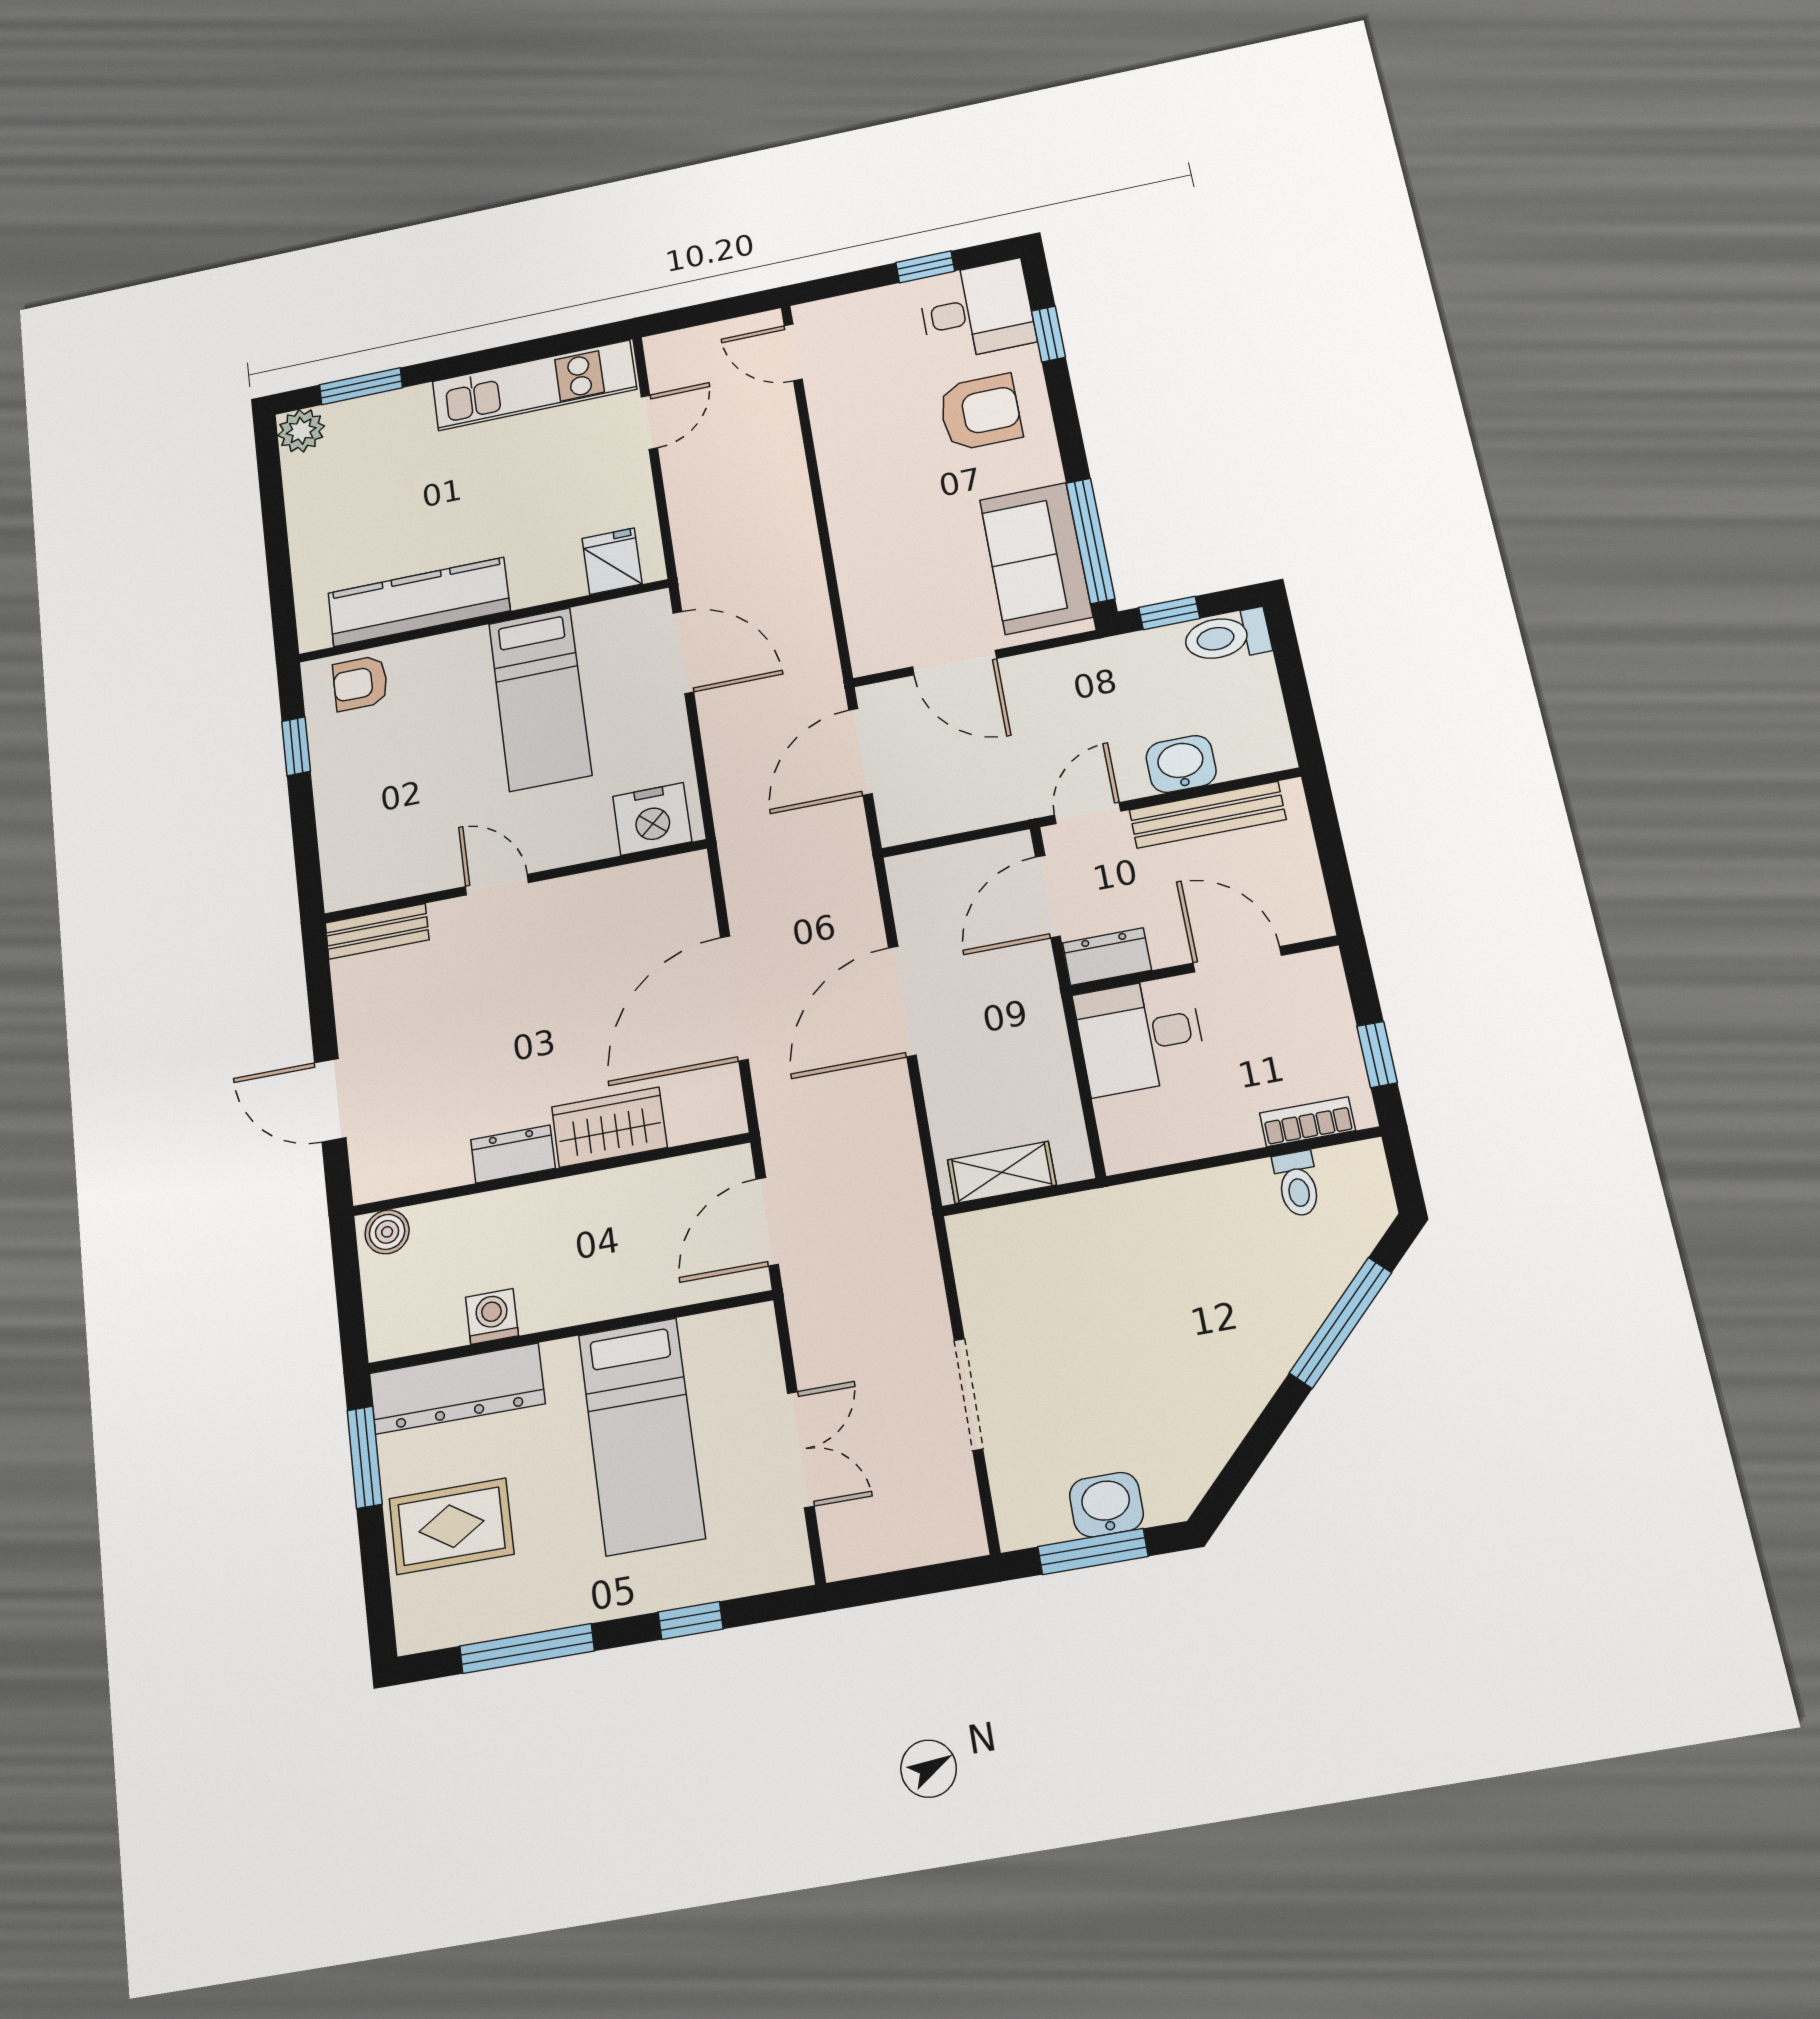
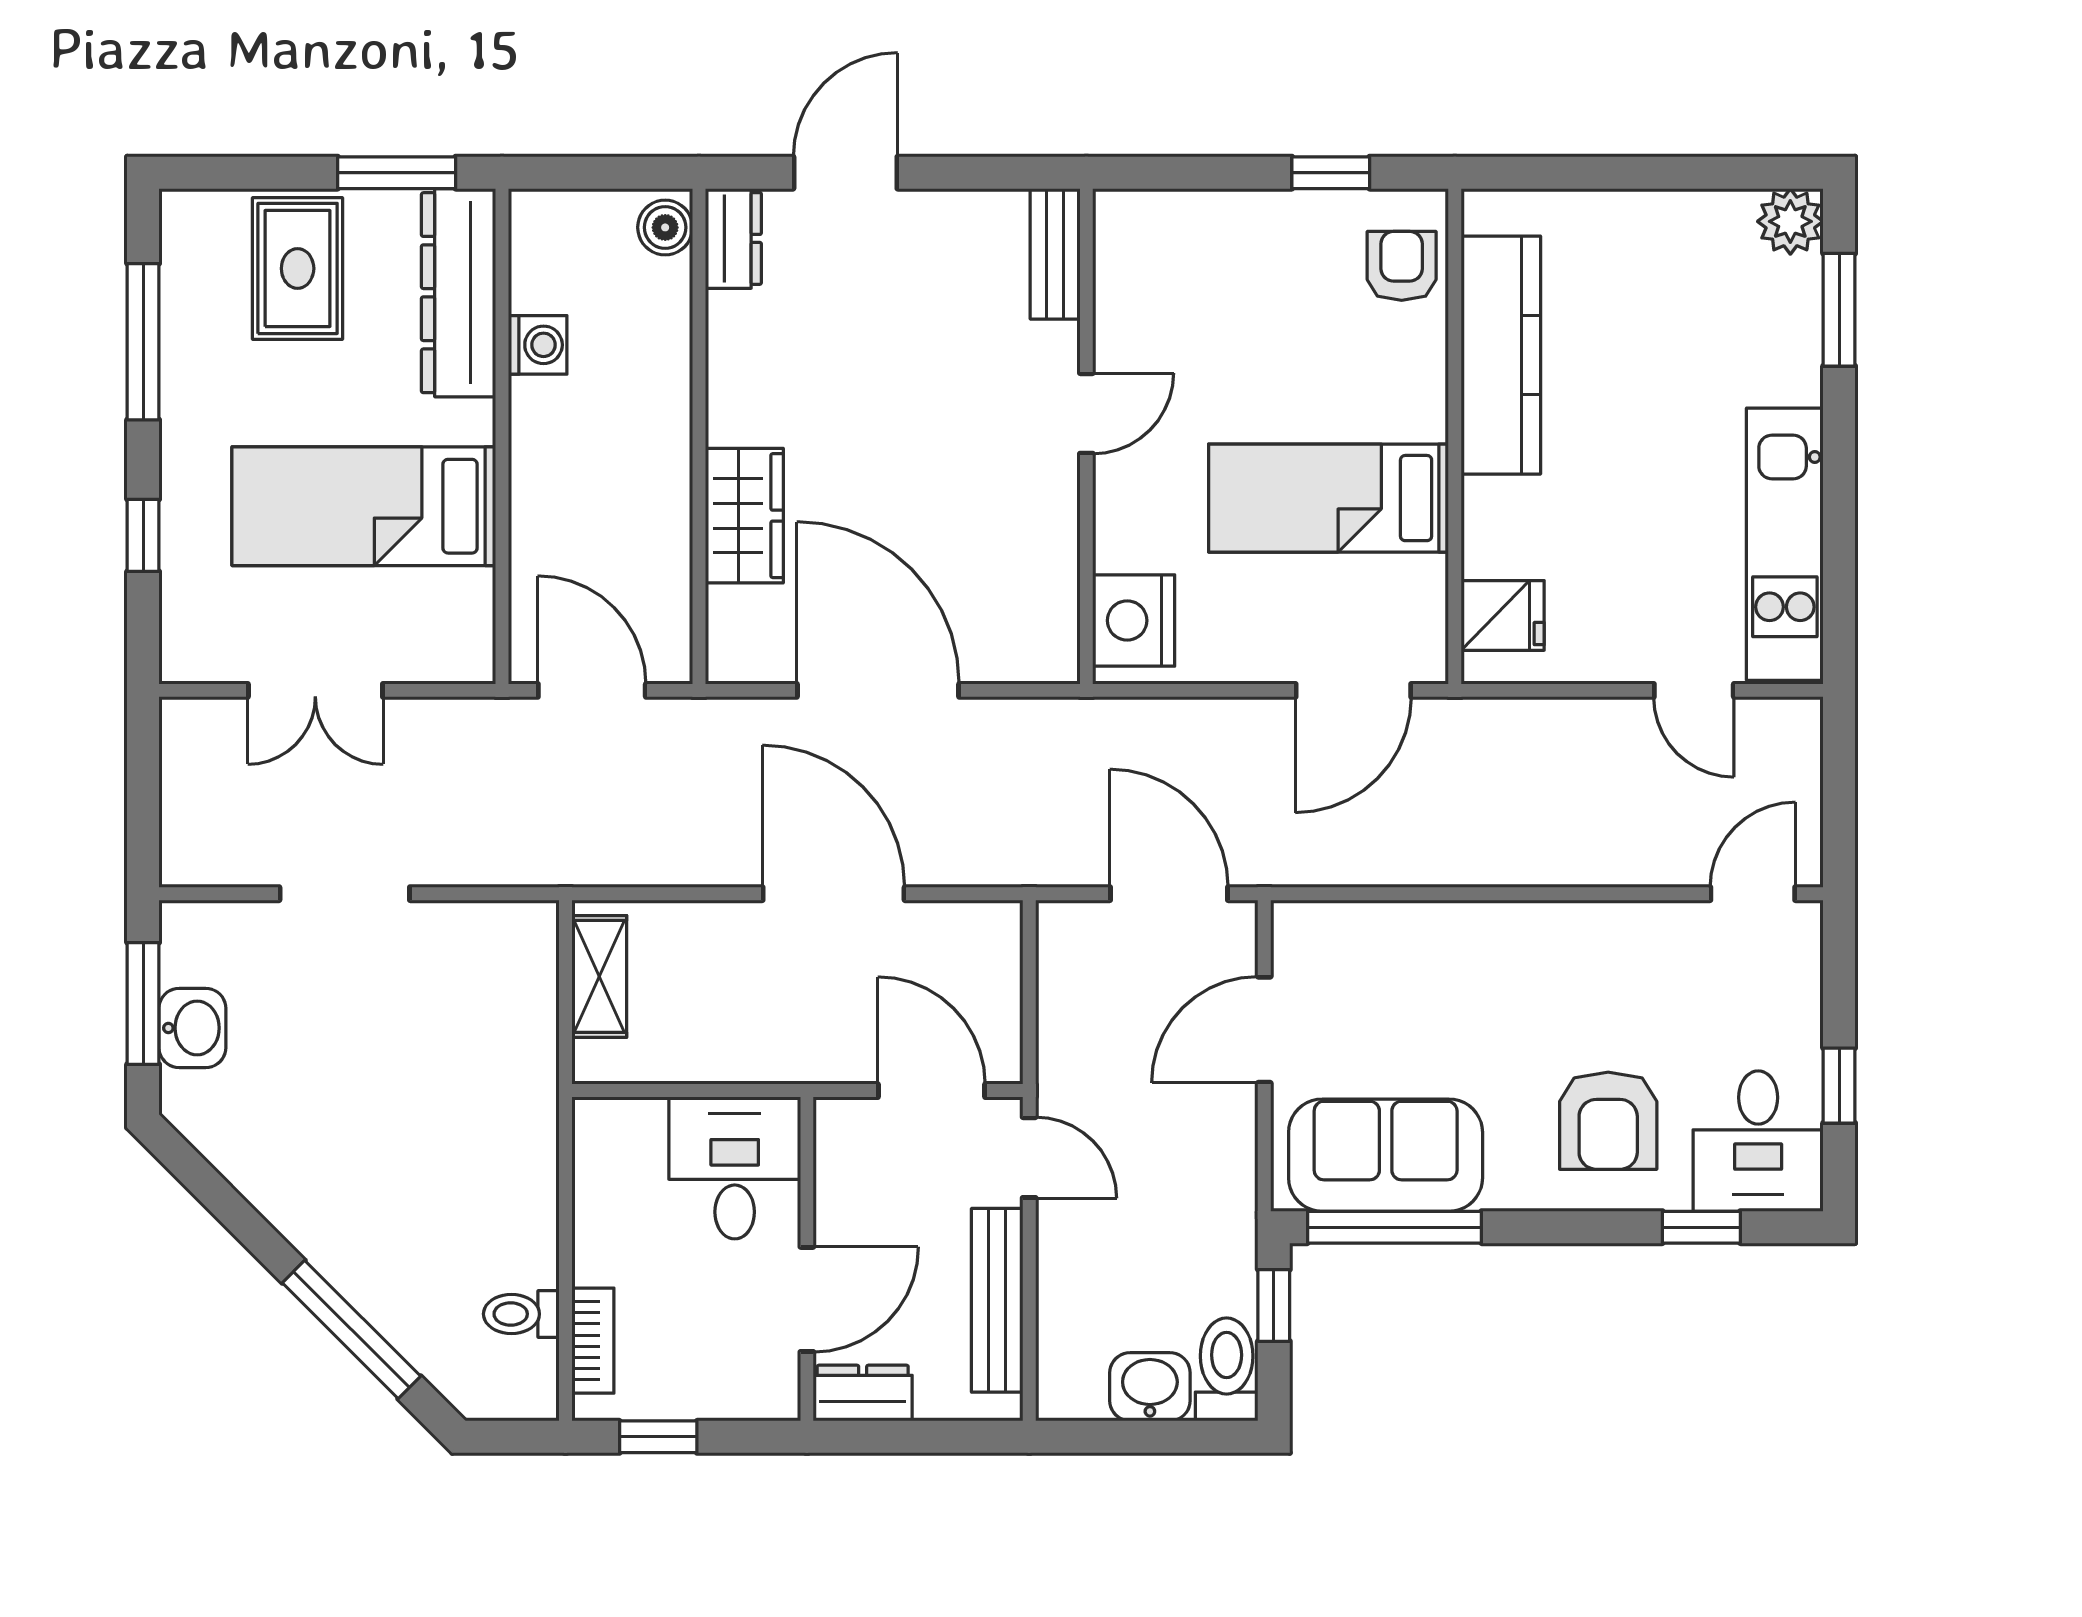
washbasin: (1181, 764) -> (1150, 1387), moved, turned -90
dresser: (1107, 957) -> (863, 1393), moved, turned -90
dresser: (513, 1154) -> (733, 238), moved

